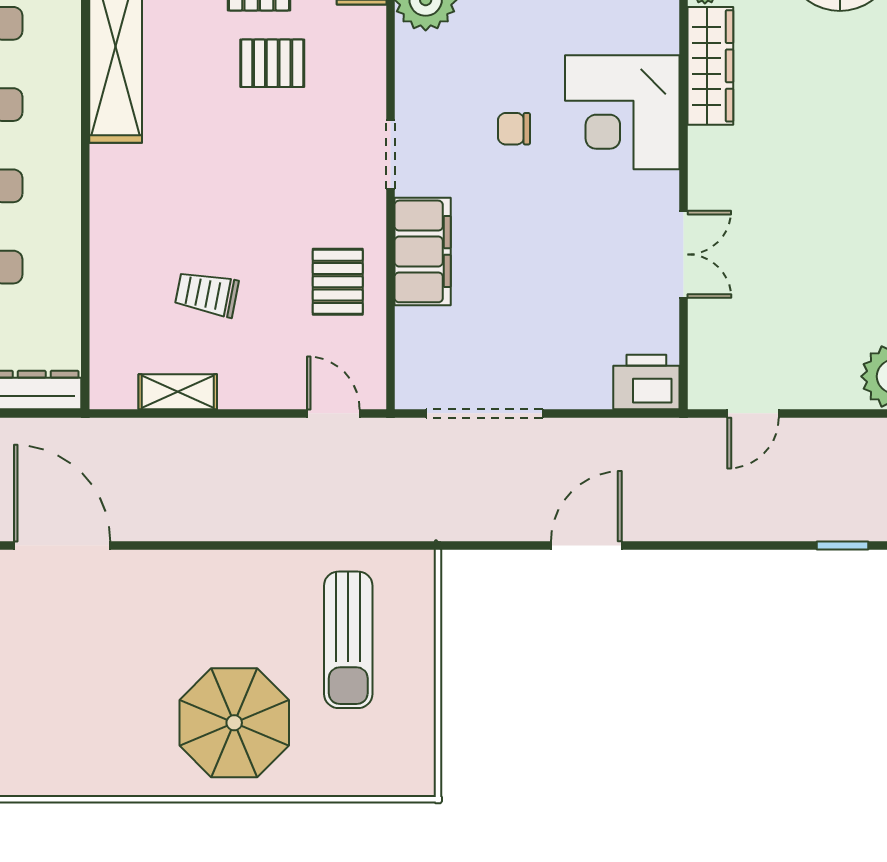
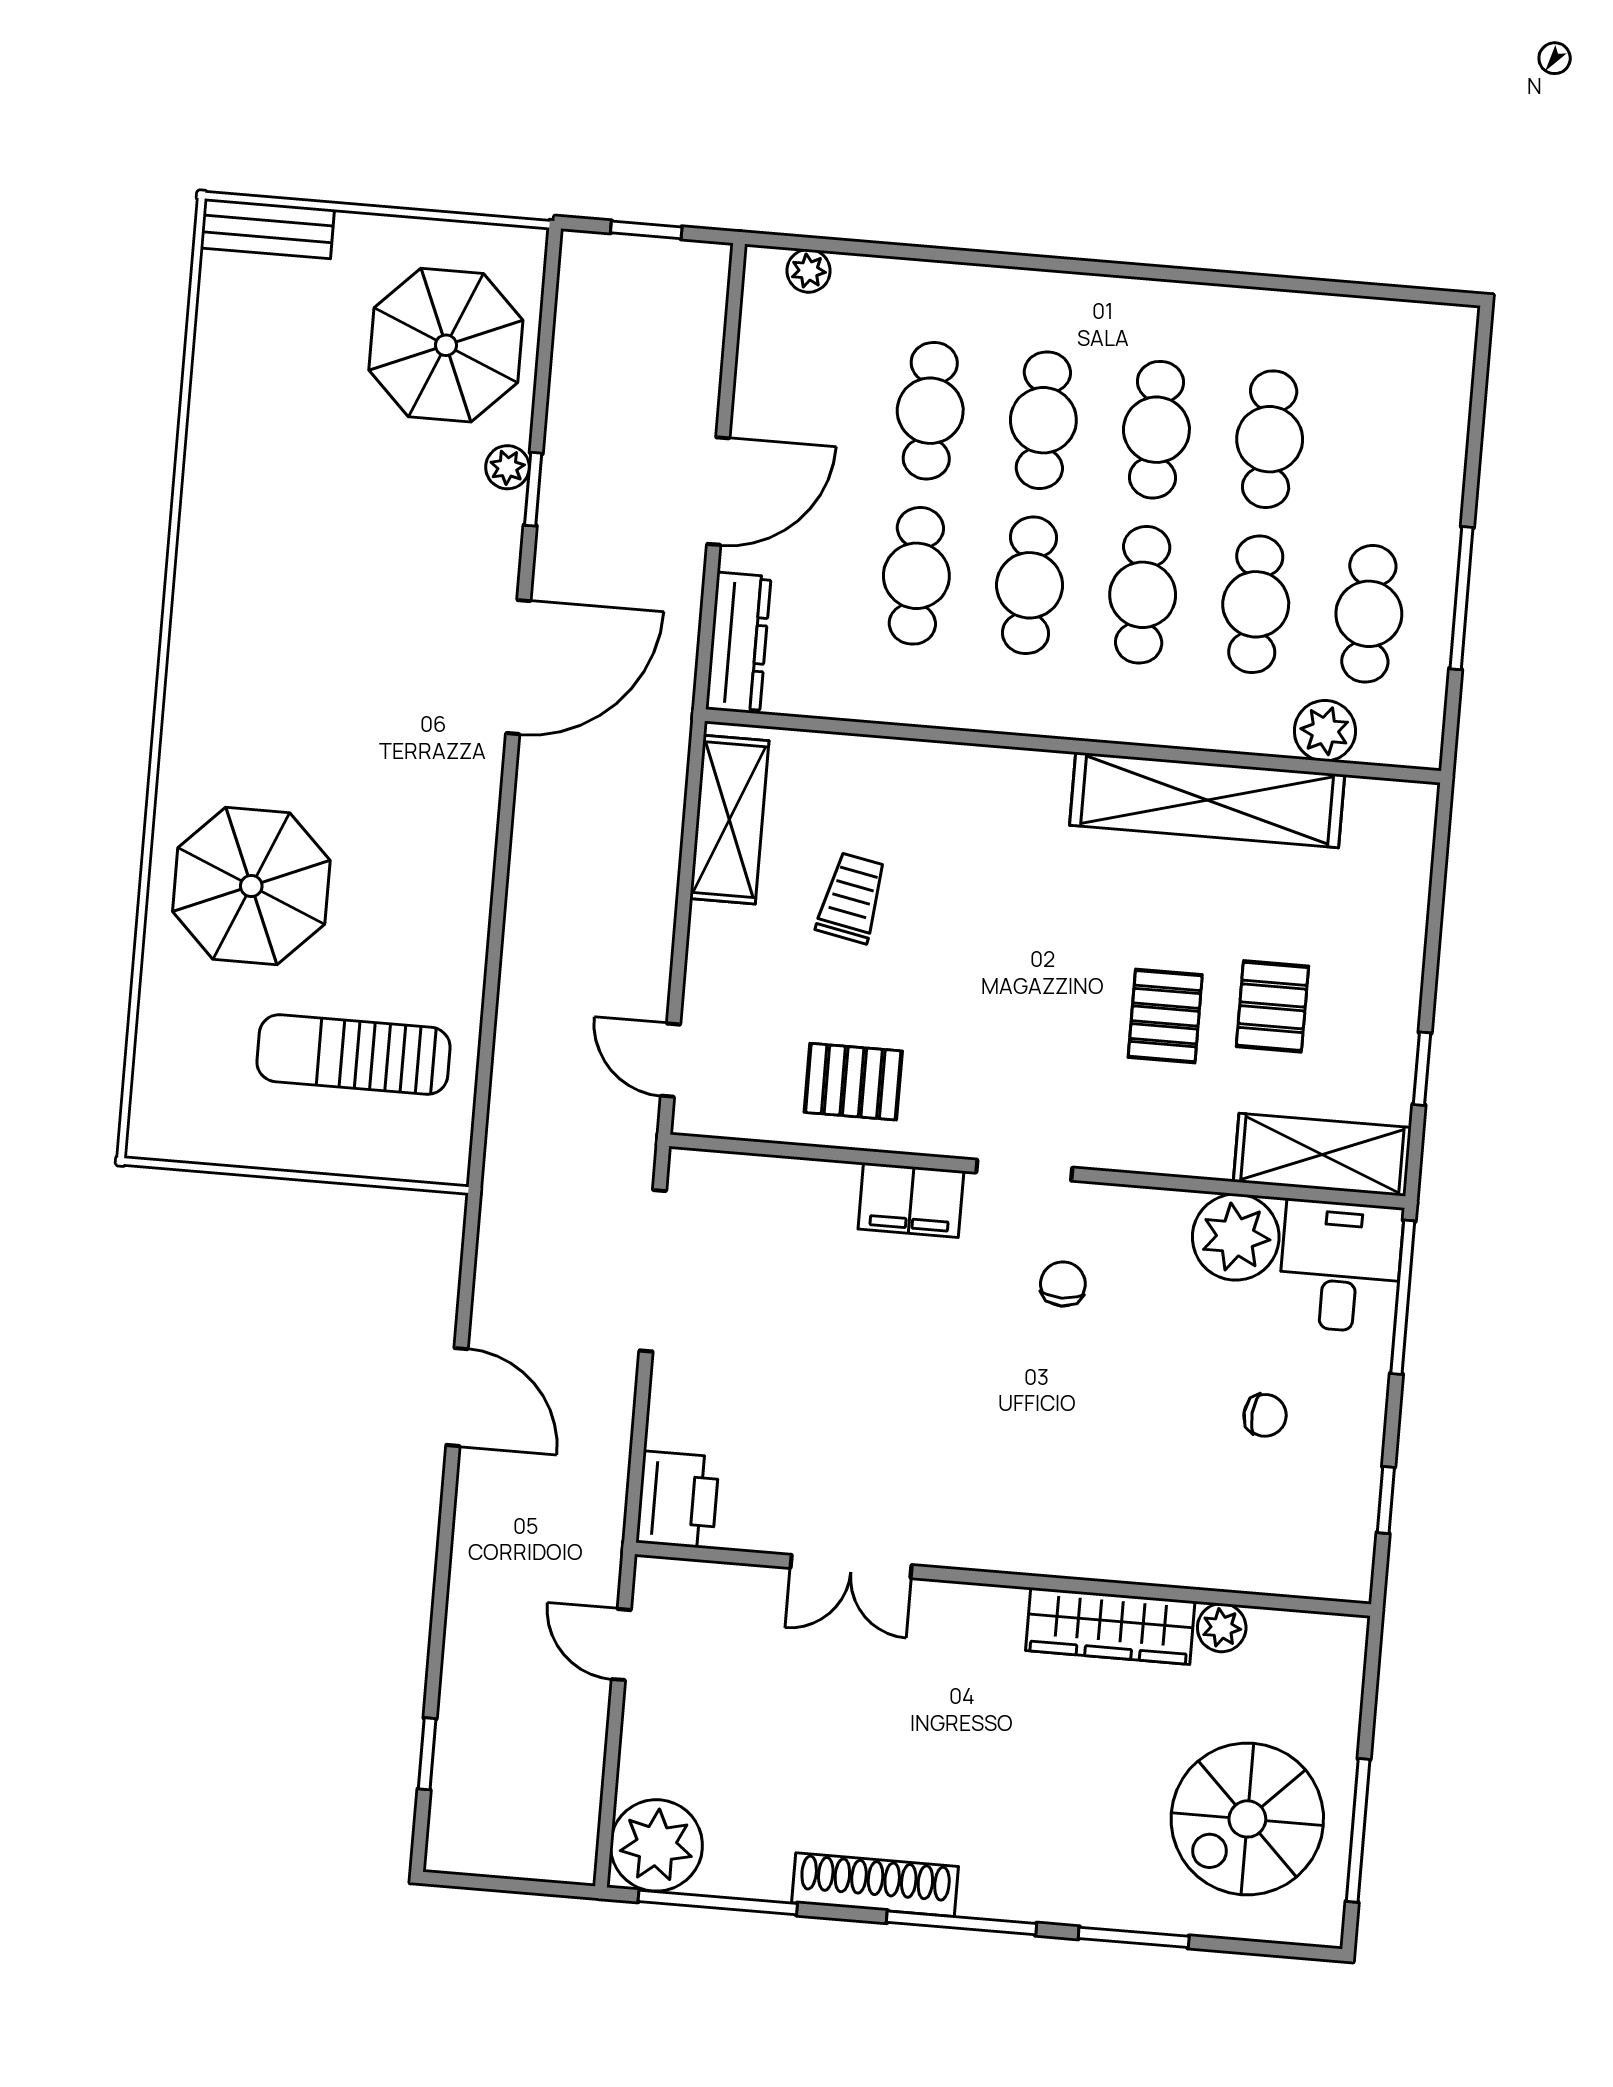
corner desk: (622, 112) -> (1056, 1498), removed
chair: (514, 129) -> (1063, 1284), moved
filing cabinet: (423, 251) -> (911, 1200), width x0.67, depth x0.86
shelving: (178, 392) -> (729, 820), width x1.50, depth x1.33
door: (333, 413) -> (670, 1060), swing flipped

